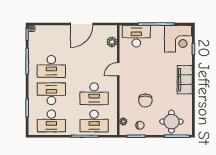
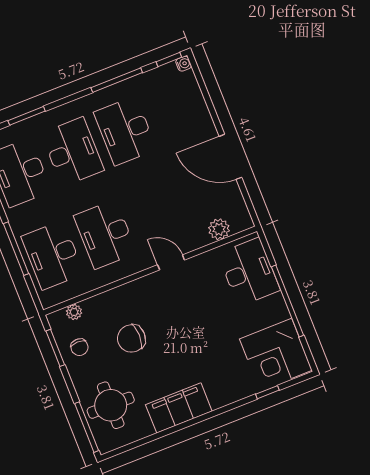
filing cabinet: (185, 80) -> (179, 408), moved

